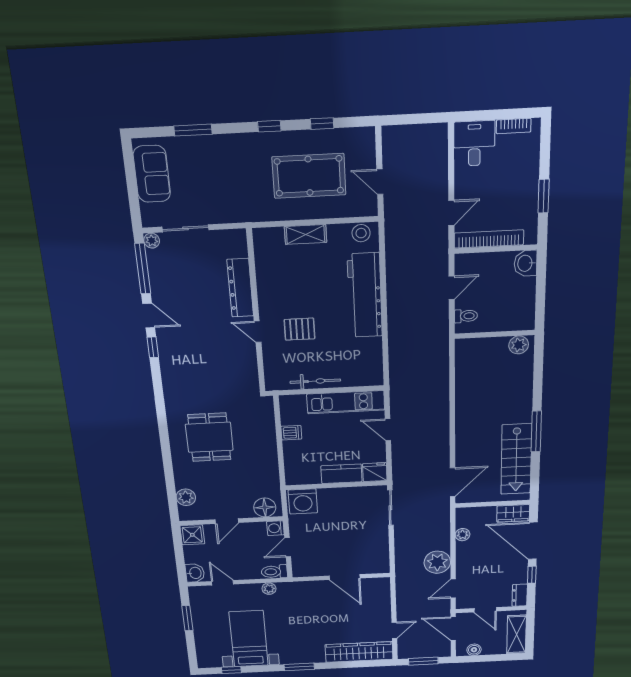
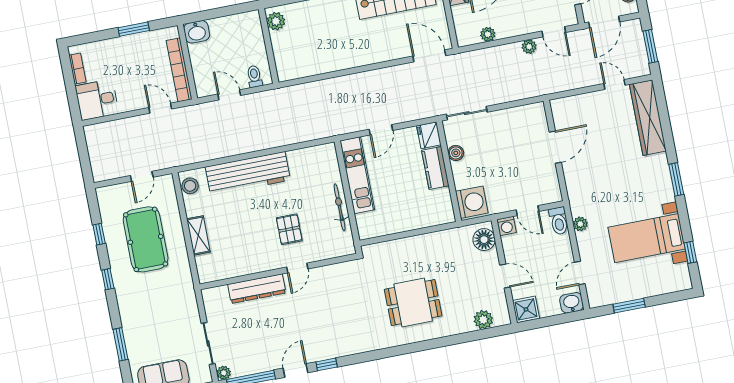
dishwasher: (291, 433) -> (397, 223), removed
boiler: (353, 494) -> (456, 153), added
plant: (437, 562) -> (529, 47), width x0.53, depth x0.53

